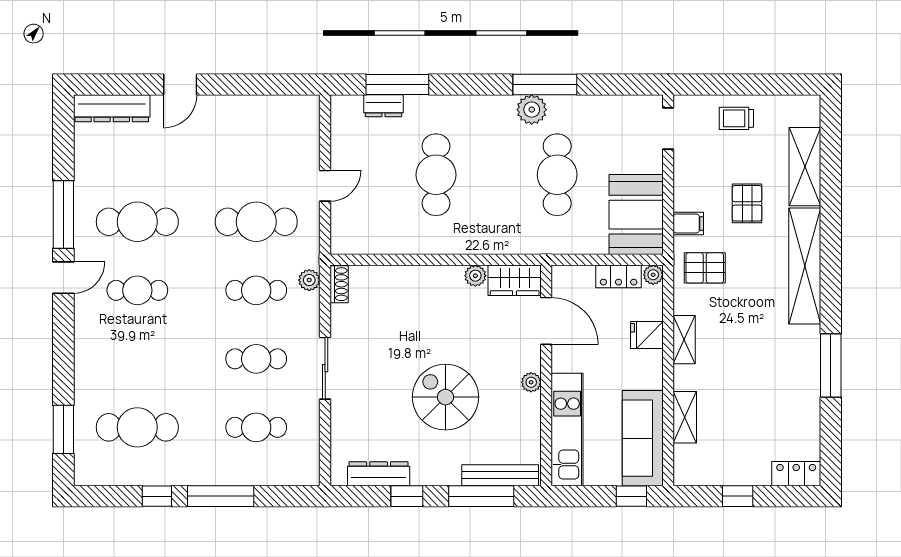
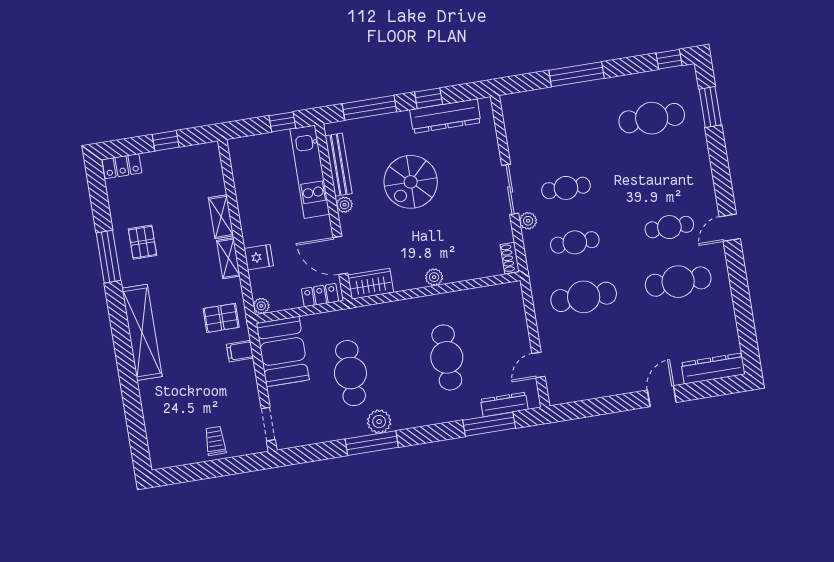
dresser: (383, 106) -> (504, 404), width x1.44
trolley: (736, 118) -> (215, 441), turned -90
shelving: (805, 167) -> (155, 411), removed
door: (325, 186) -> (538, 365), moved
pallet: (747, 203) -> (142, 242), moved
window: (63, 215) -> (738, 278), removed
plant: (475, 276) -> (434, 277), moved
locker: (619, 276) -> (320, 295), moved
plant: (309, 280) -> (528, 221), moved
spiral stairs: (445, 397) -> (411, 182), turned 90
shelving: (685, 417) -> (221, 217), moved
cafe table: (256, 427) -> (557, 133), removed
sofa: (643, 438) -> (249, 175), removed
dresser: (379, 474) -> (445, 116), width x1.37, depth x1.24
bench: (500, 475) -> (339, 165), moved, turned 90
window: (157, 496) -> (669, 59), moved
window: (631, 496) -> (282, 122), moved

